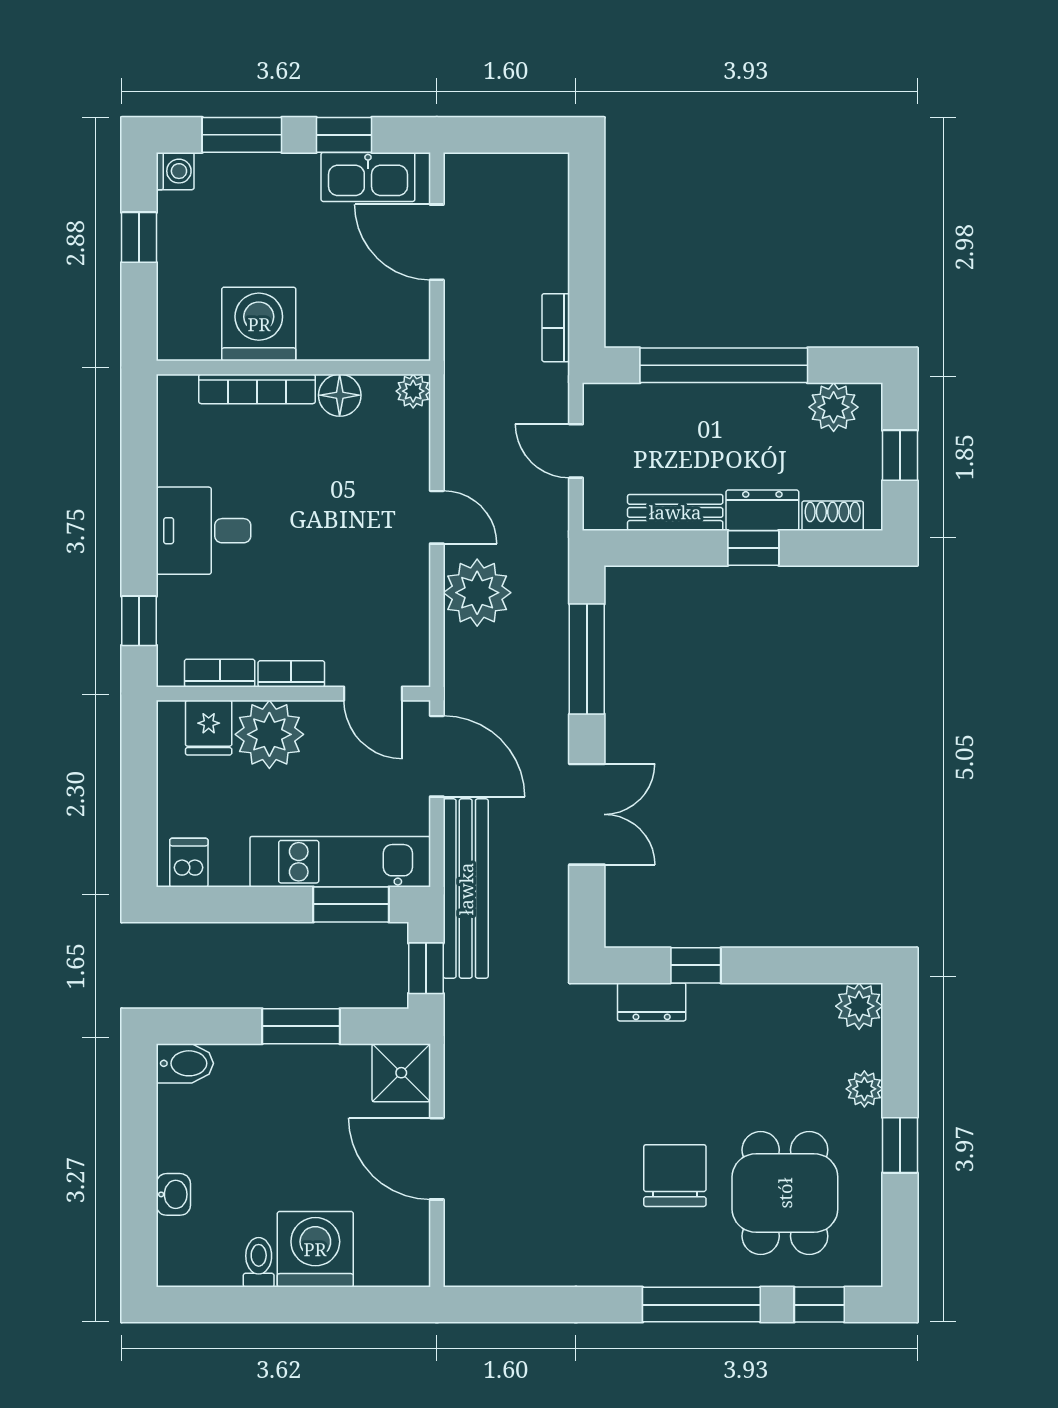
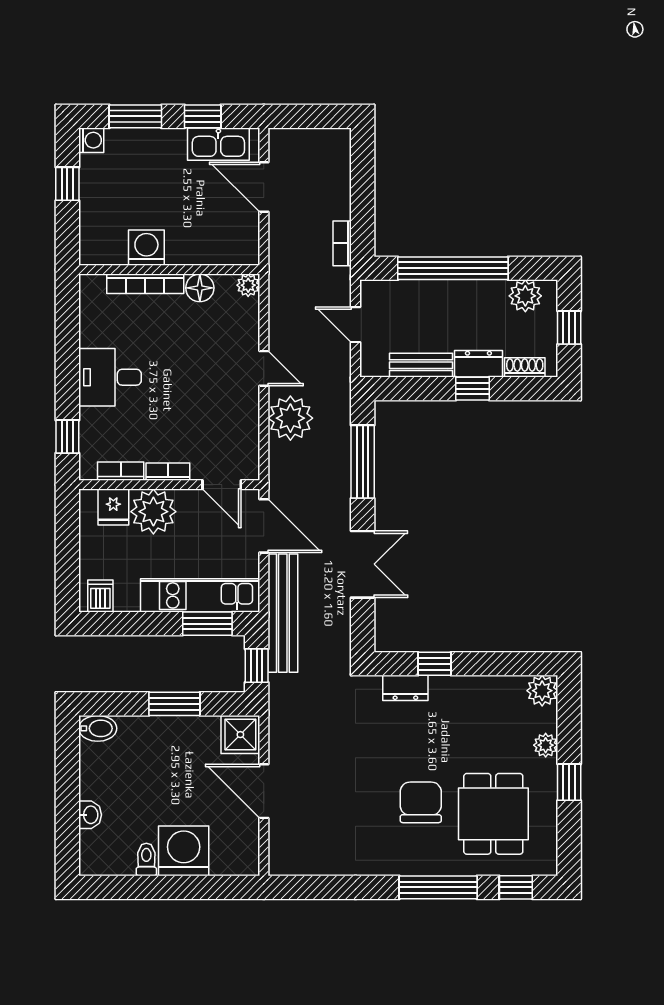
washing machine: (259, 324) -> (146, 248), width x0.73, depth x0.73

